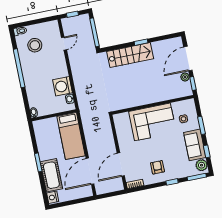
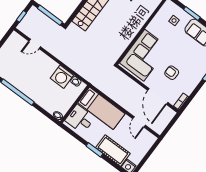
door: (64, 44) -> (35, 44), swing flipped
stool: (35, 45) -> (14, 64), removed
corner sofa: (152, 122) -> (144, 55), moved
desk: (48, 130) -> (80, 119), added
armchair: (157, 167) -> (172, 73), moved
door: (90, 171) -> (139, 122), width x0.53

